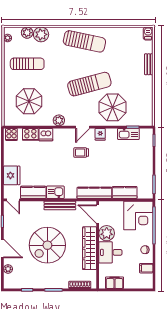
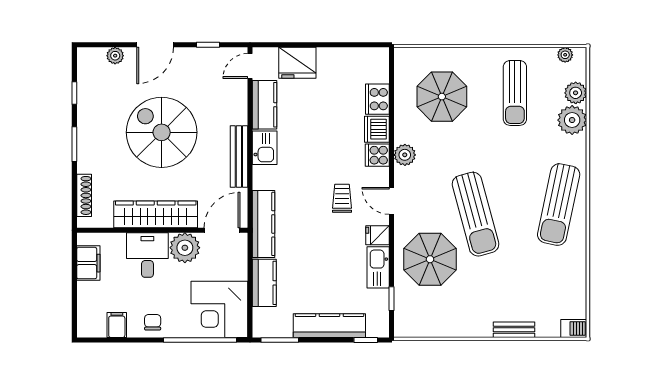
cooker: (11, 134) -> (377, 155), moved
kitchen sink: (128, 134) -> (378, 267), moved
kitchen counter: (147, 159) -> (329, 326), added

